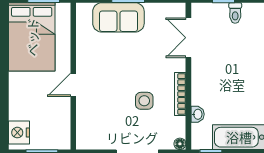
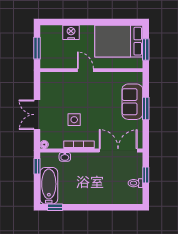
double door: (188, 38) -> (118, 150), width x1.37
nightstand: (19, 133) -> (71, 32), moved

